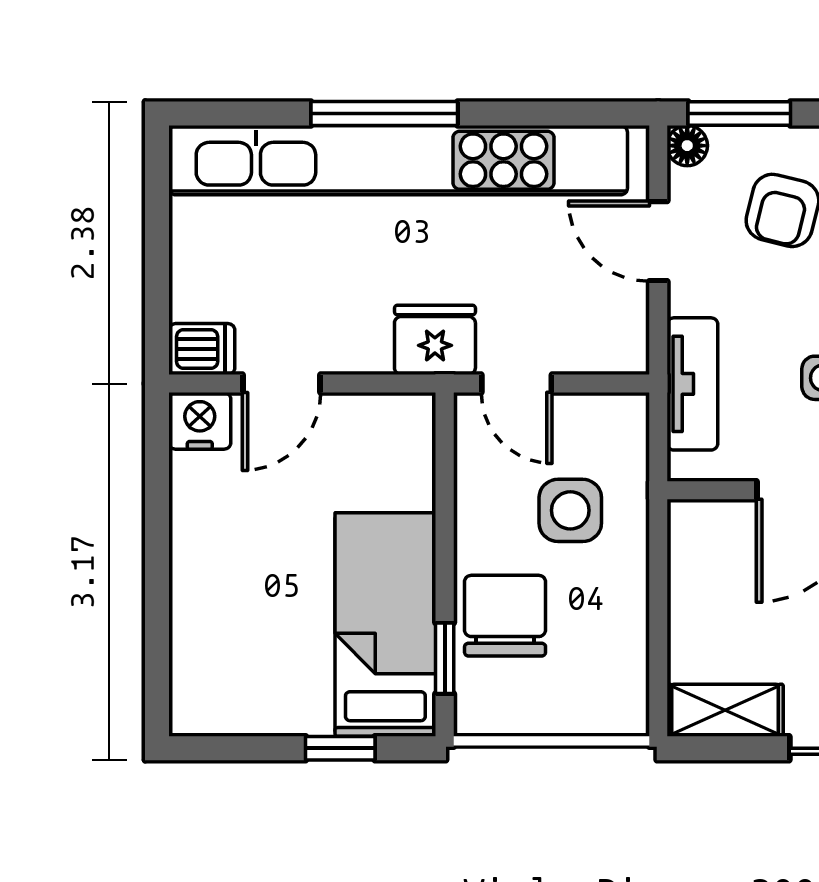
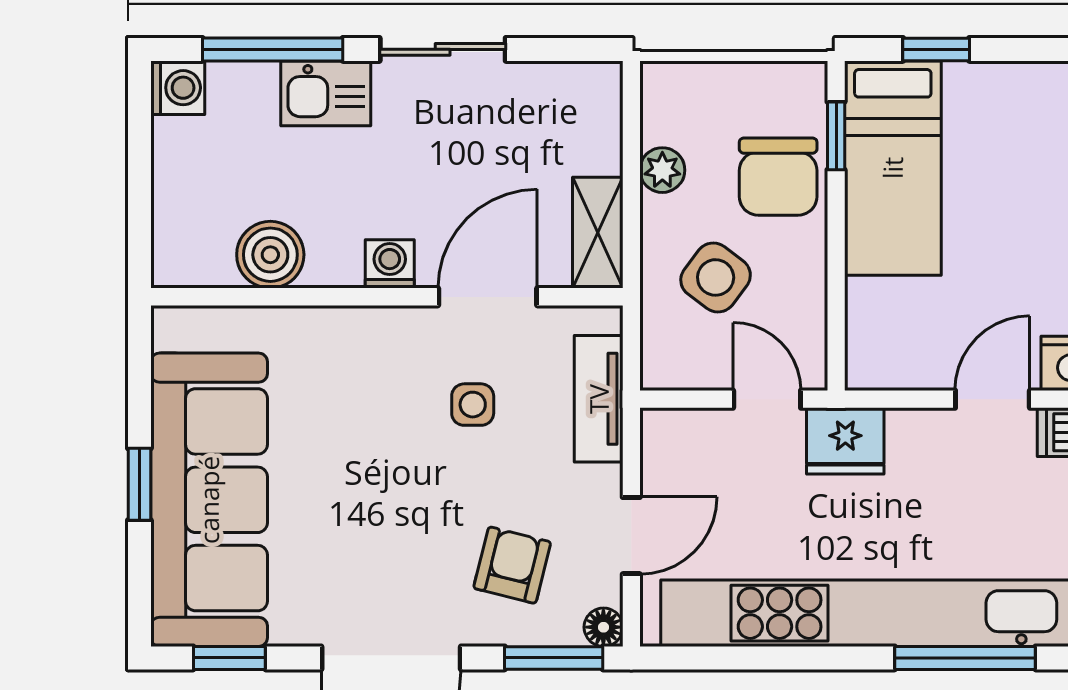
window: (384, 114) -> (965, 658), moved
door: (658, 241) -> (631, 536), hinge flipped
side table: (570, 510) -> (716, 277), turned 37
plant: (626, 622) -> (662, 170), added
shelving: (725, 710) -> (598, 233), moved, turned 90

